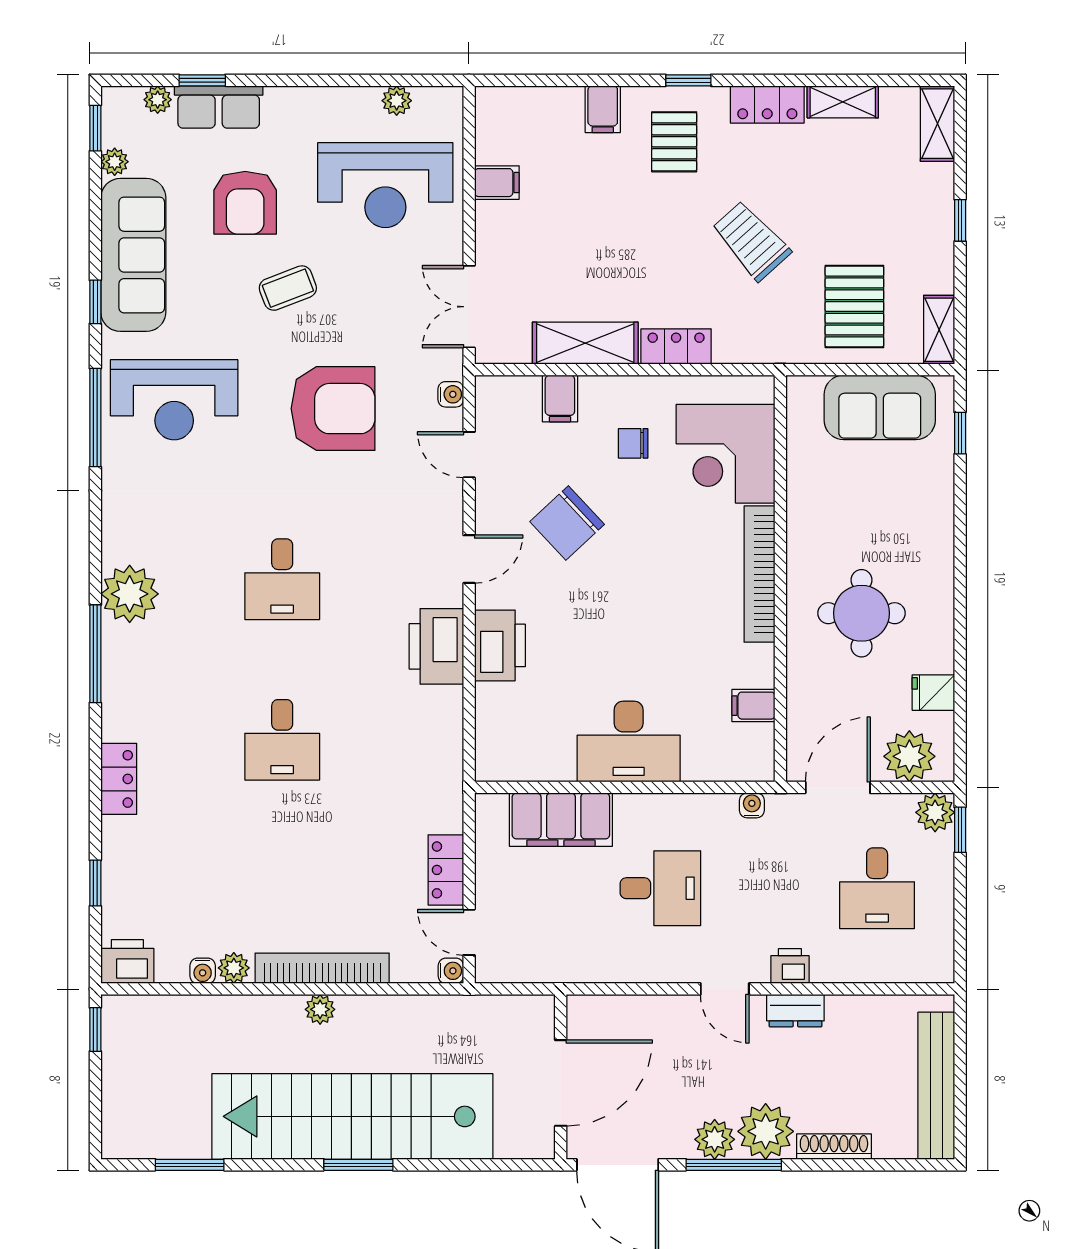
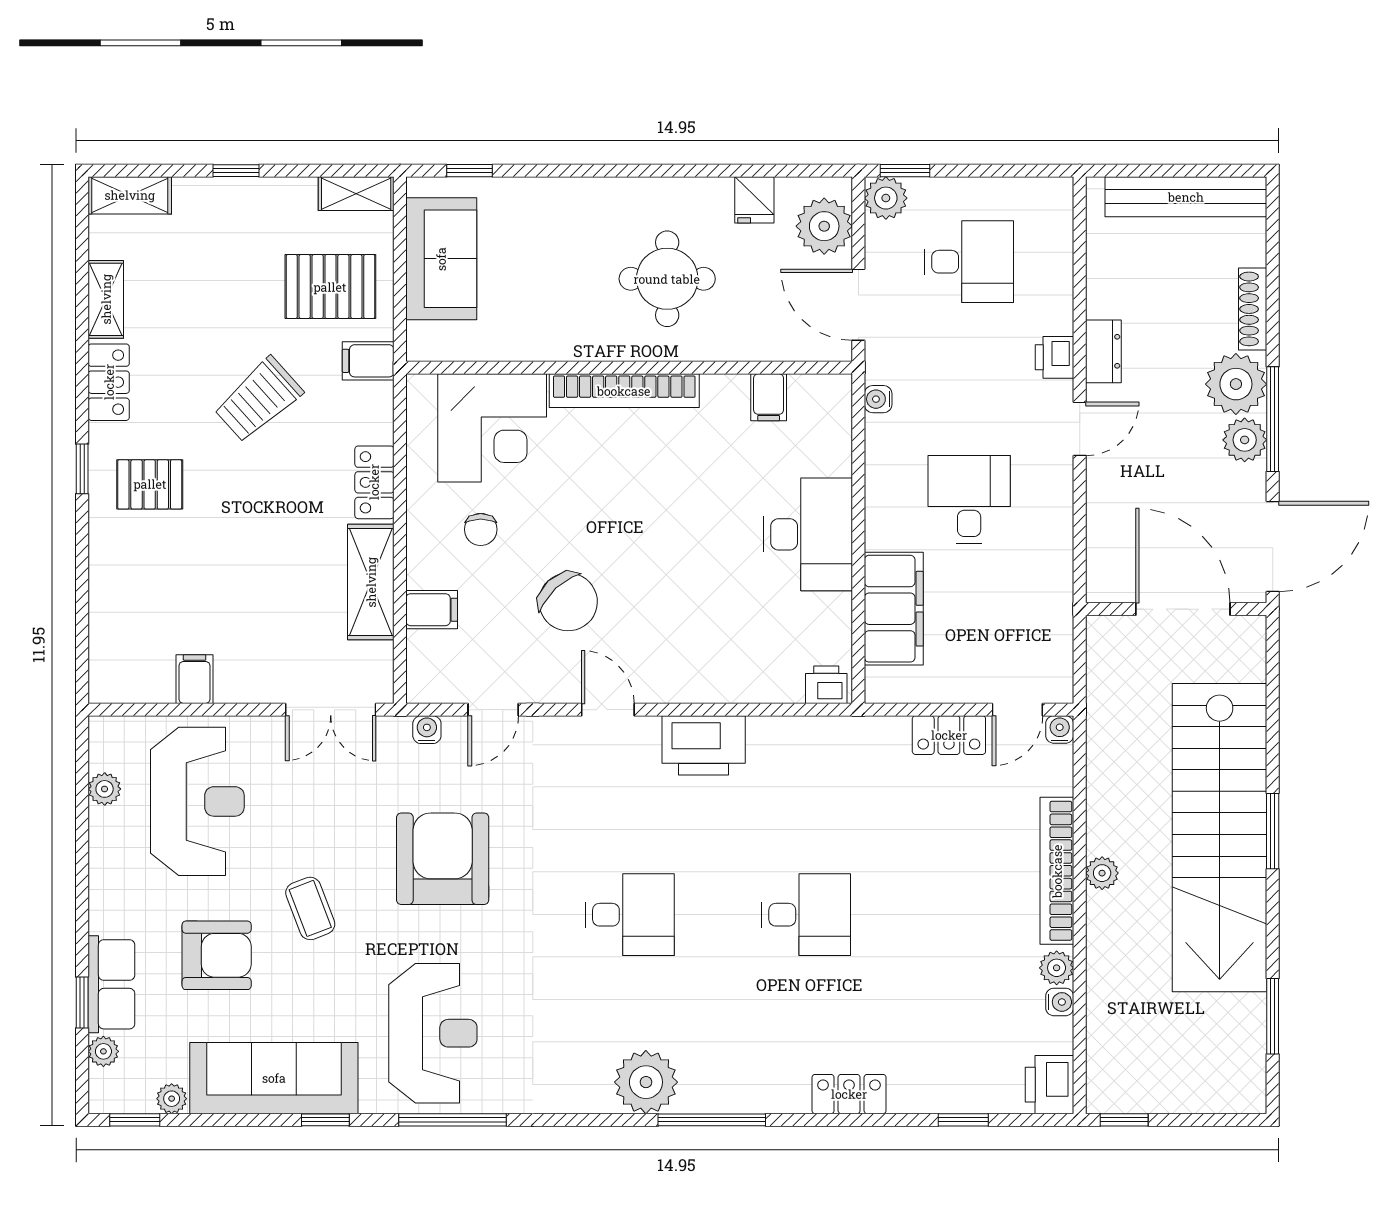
filing cabinet: (603, 109) -> (368, 361), moved, turned 180
printer: (500, 645) -> (826, 685), moved, width x0.53, depth x0.68

